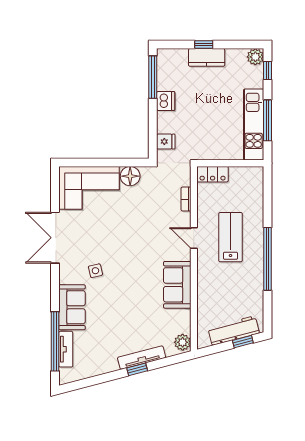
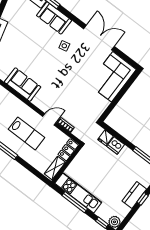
dishwasher: (166, 101) -> (116, 145), moved
shelving: (246, 174) -> (55, 168), added
floor lamp: (130, 176) -> (101, 104), removed
door: (194, 238) -> (49, 119), moved

